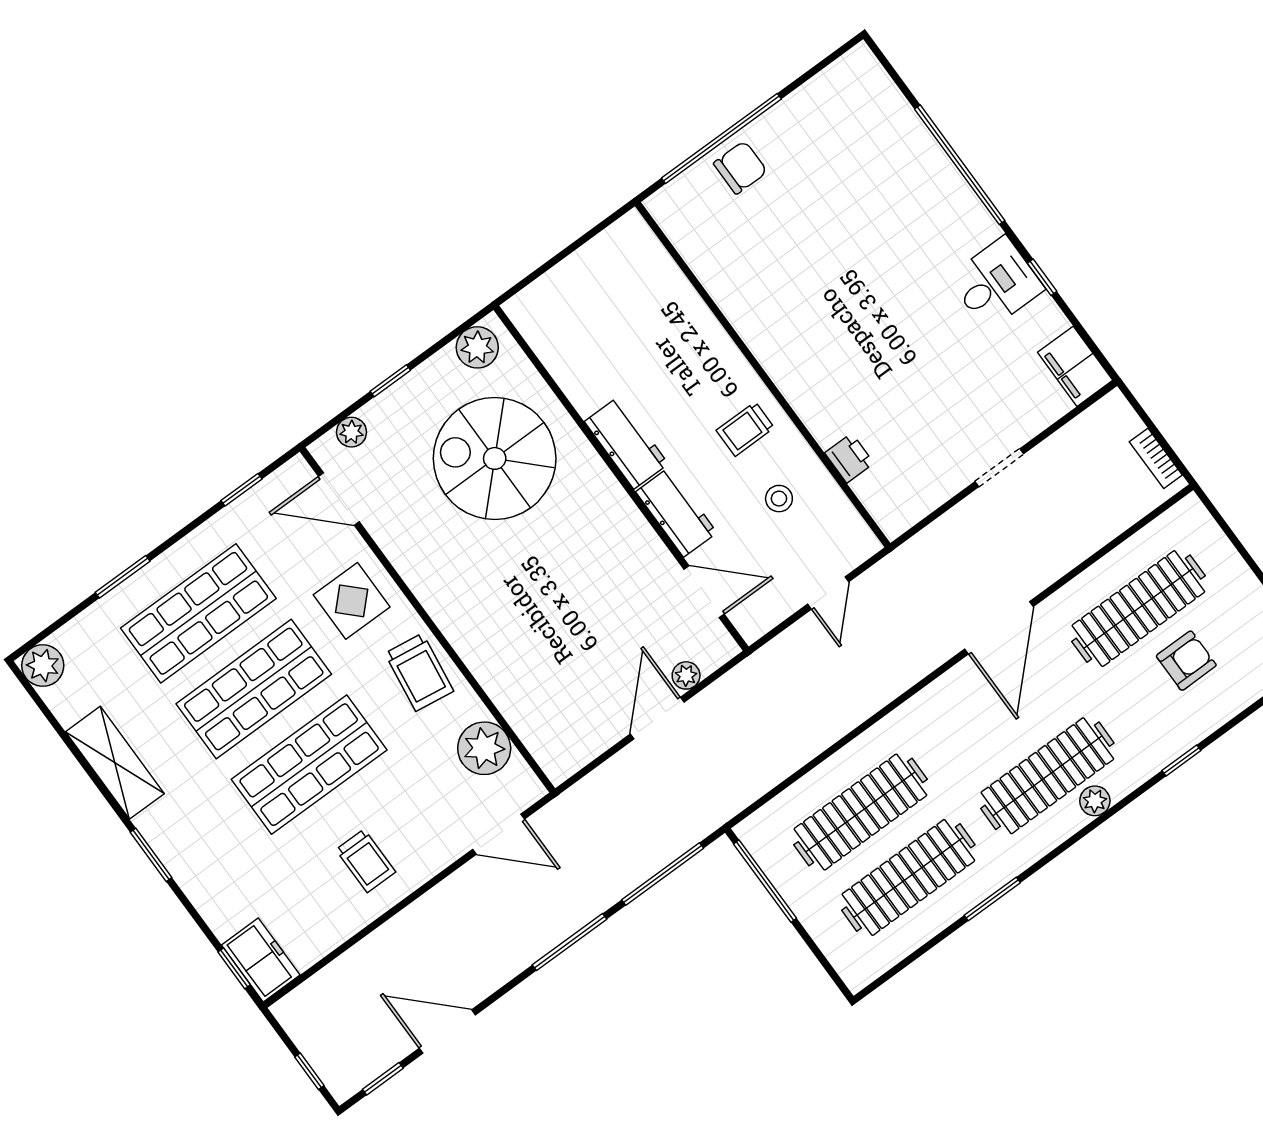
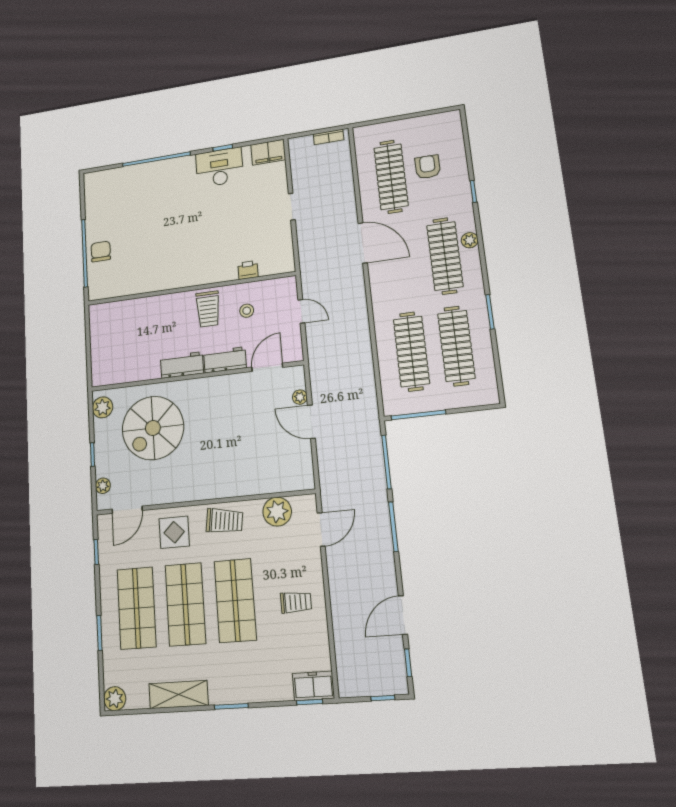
desk: (996, 283) -> (219, 167), width x1.37
trolley: (745, 429) -> (208, 309), width x1.36, depth x1.39

